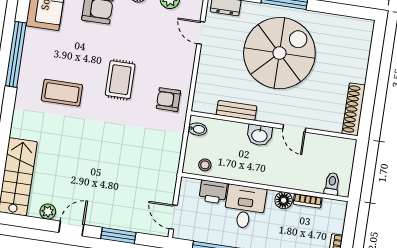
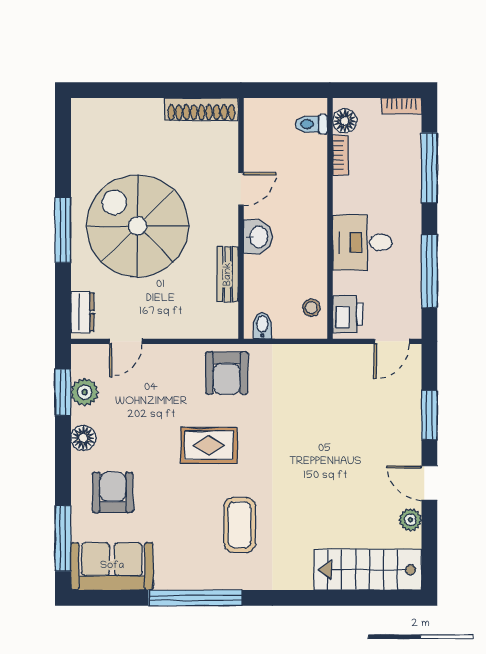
armchair: (168, 100) -> (227, 373), width x1.38, depth x1.38
printer: (213, 192) -> (348, 314), moved
floor lamp: (284, 200) -> (345, 121), moved

